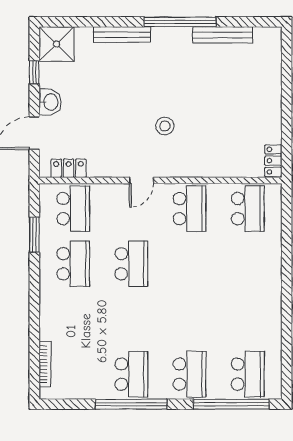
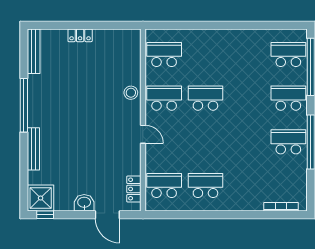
bench: (223, 35) -> (34, 51), moved
window: (34, 72) -> (45, 215), moved
stool: (165, 126) -> (131, 93), moved
locker: (273, 161) -> (80, 35), moved
window: (34, 235) -> (184, 215), removed
school desk: (131, 264) -> (205, 98), moved

